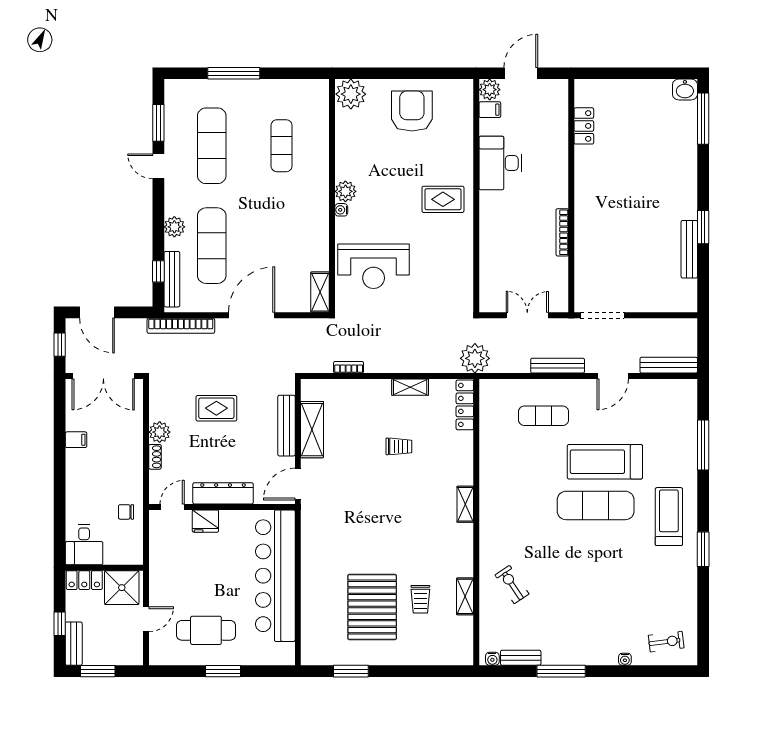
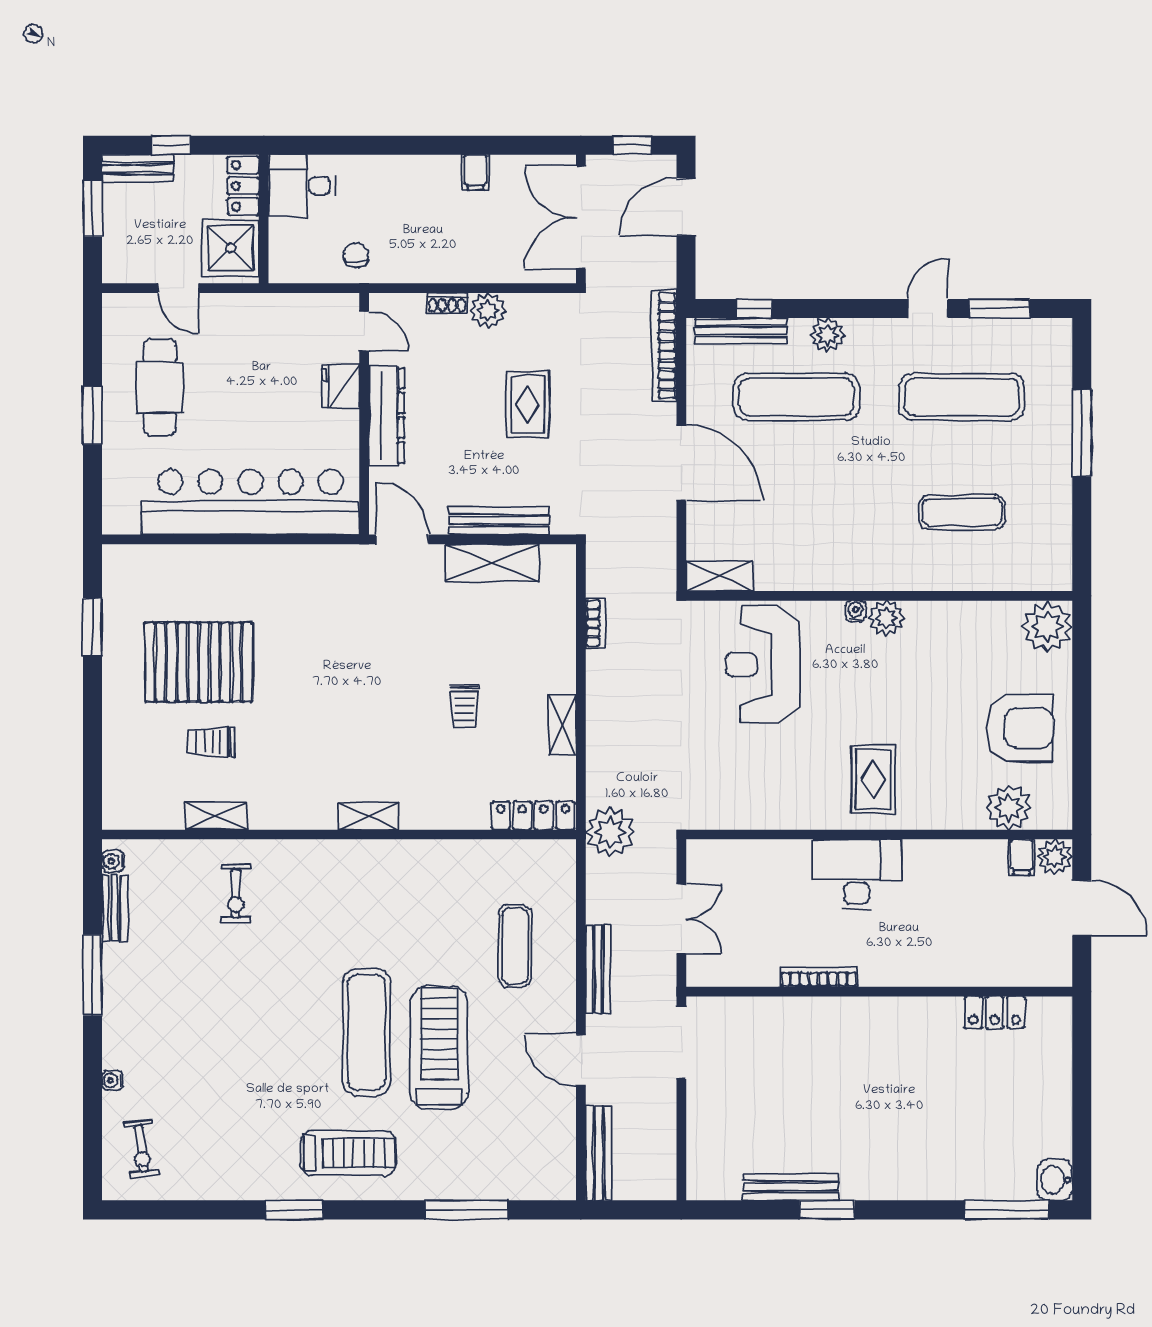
plant: (460, 117) -> (1009, 807), added
desk: (500, 163) -> (857, 874), moved
exercise bike: (512, 585) -> (236, 894), turned 124

